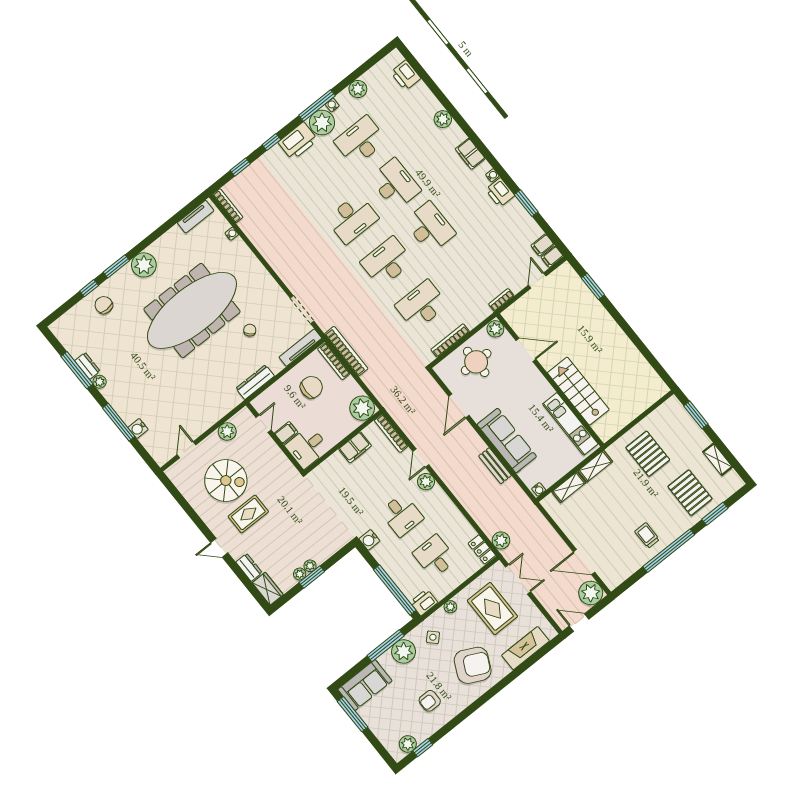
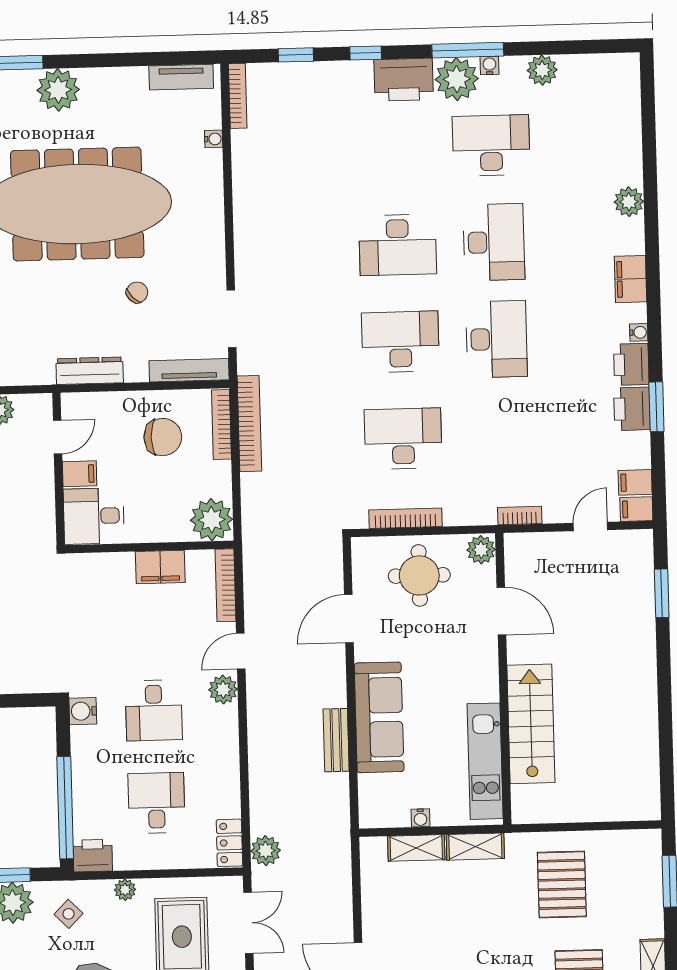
printer: (406, 75) -> (632, 409), moved
water cooler: (539, 489) -> (420, 818), moved

